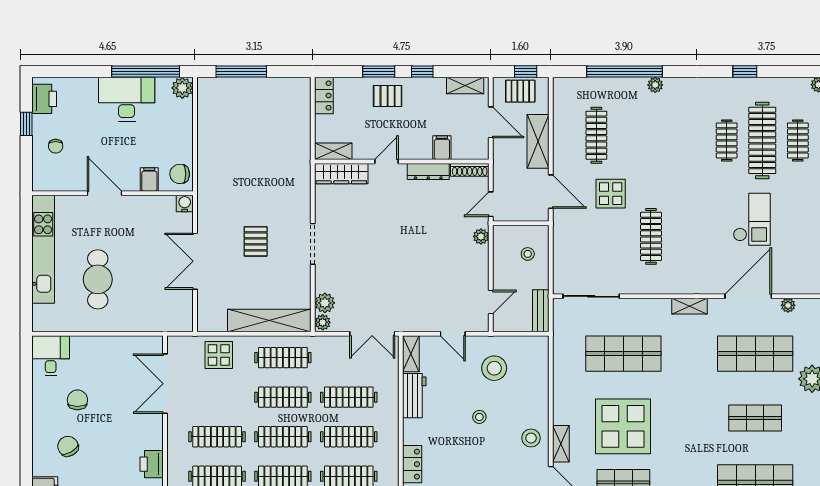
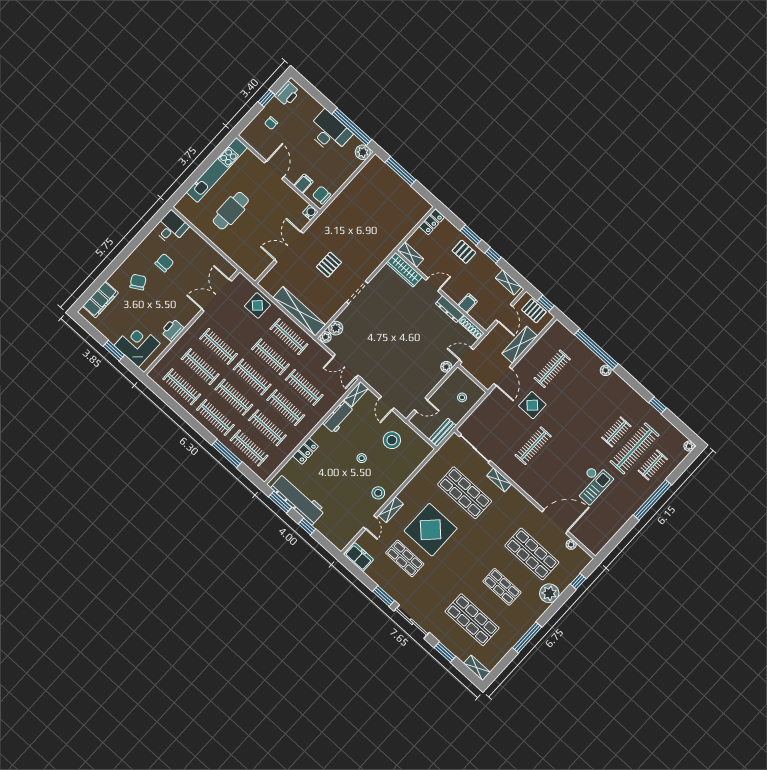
shelving: (690, 306) -> (499, 480), moved

